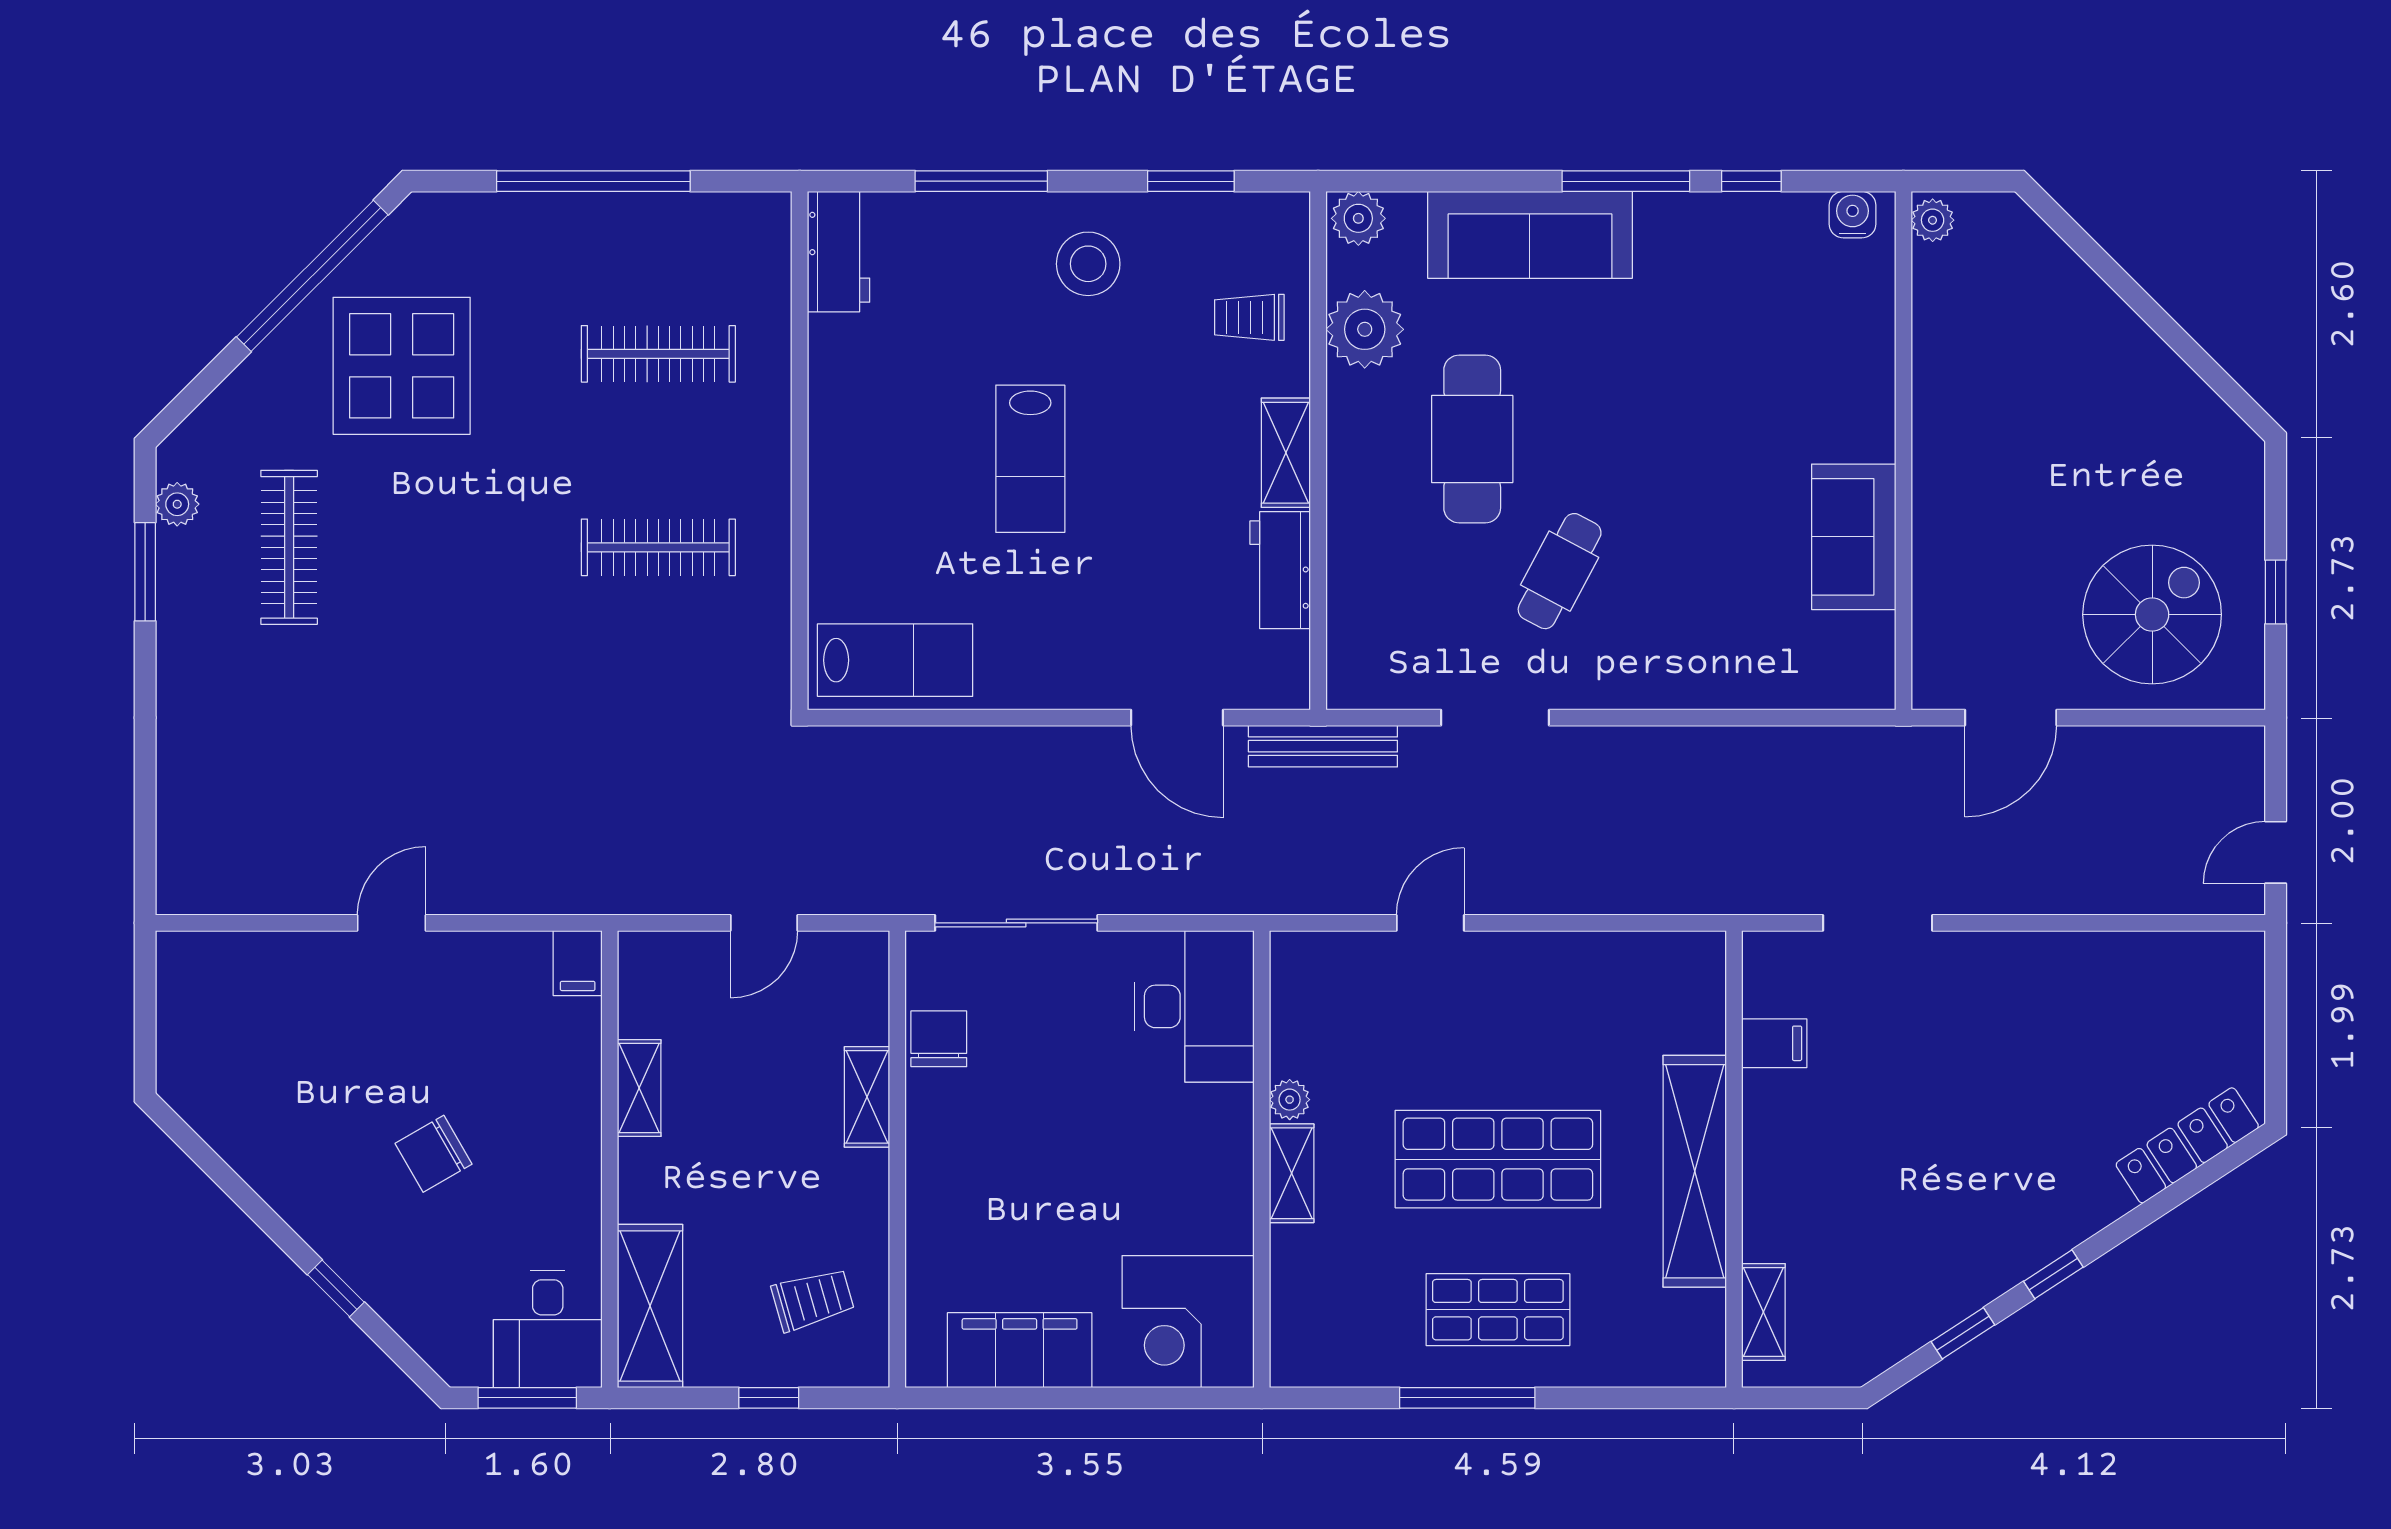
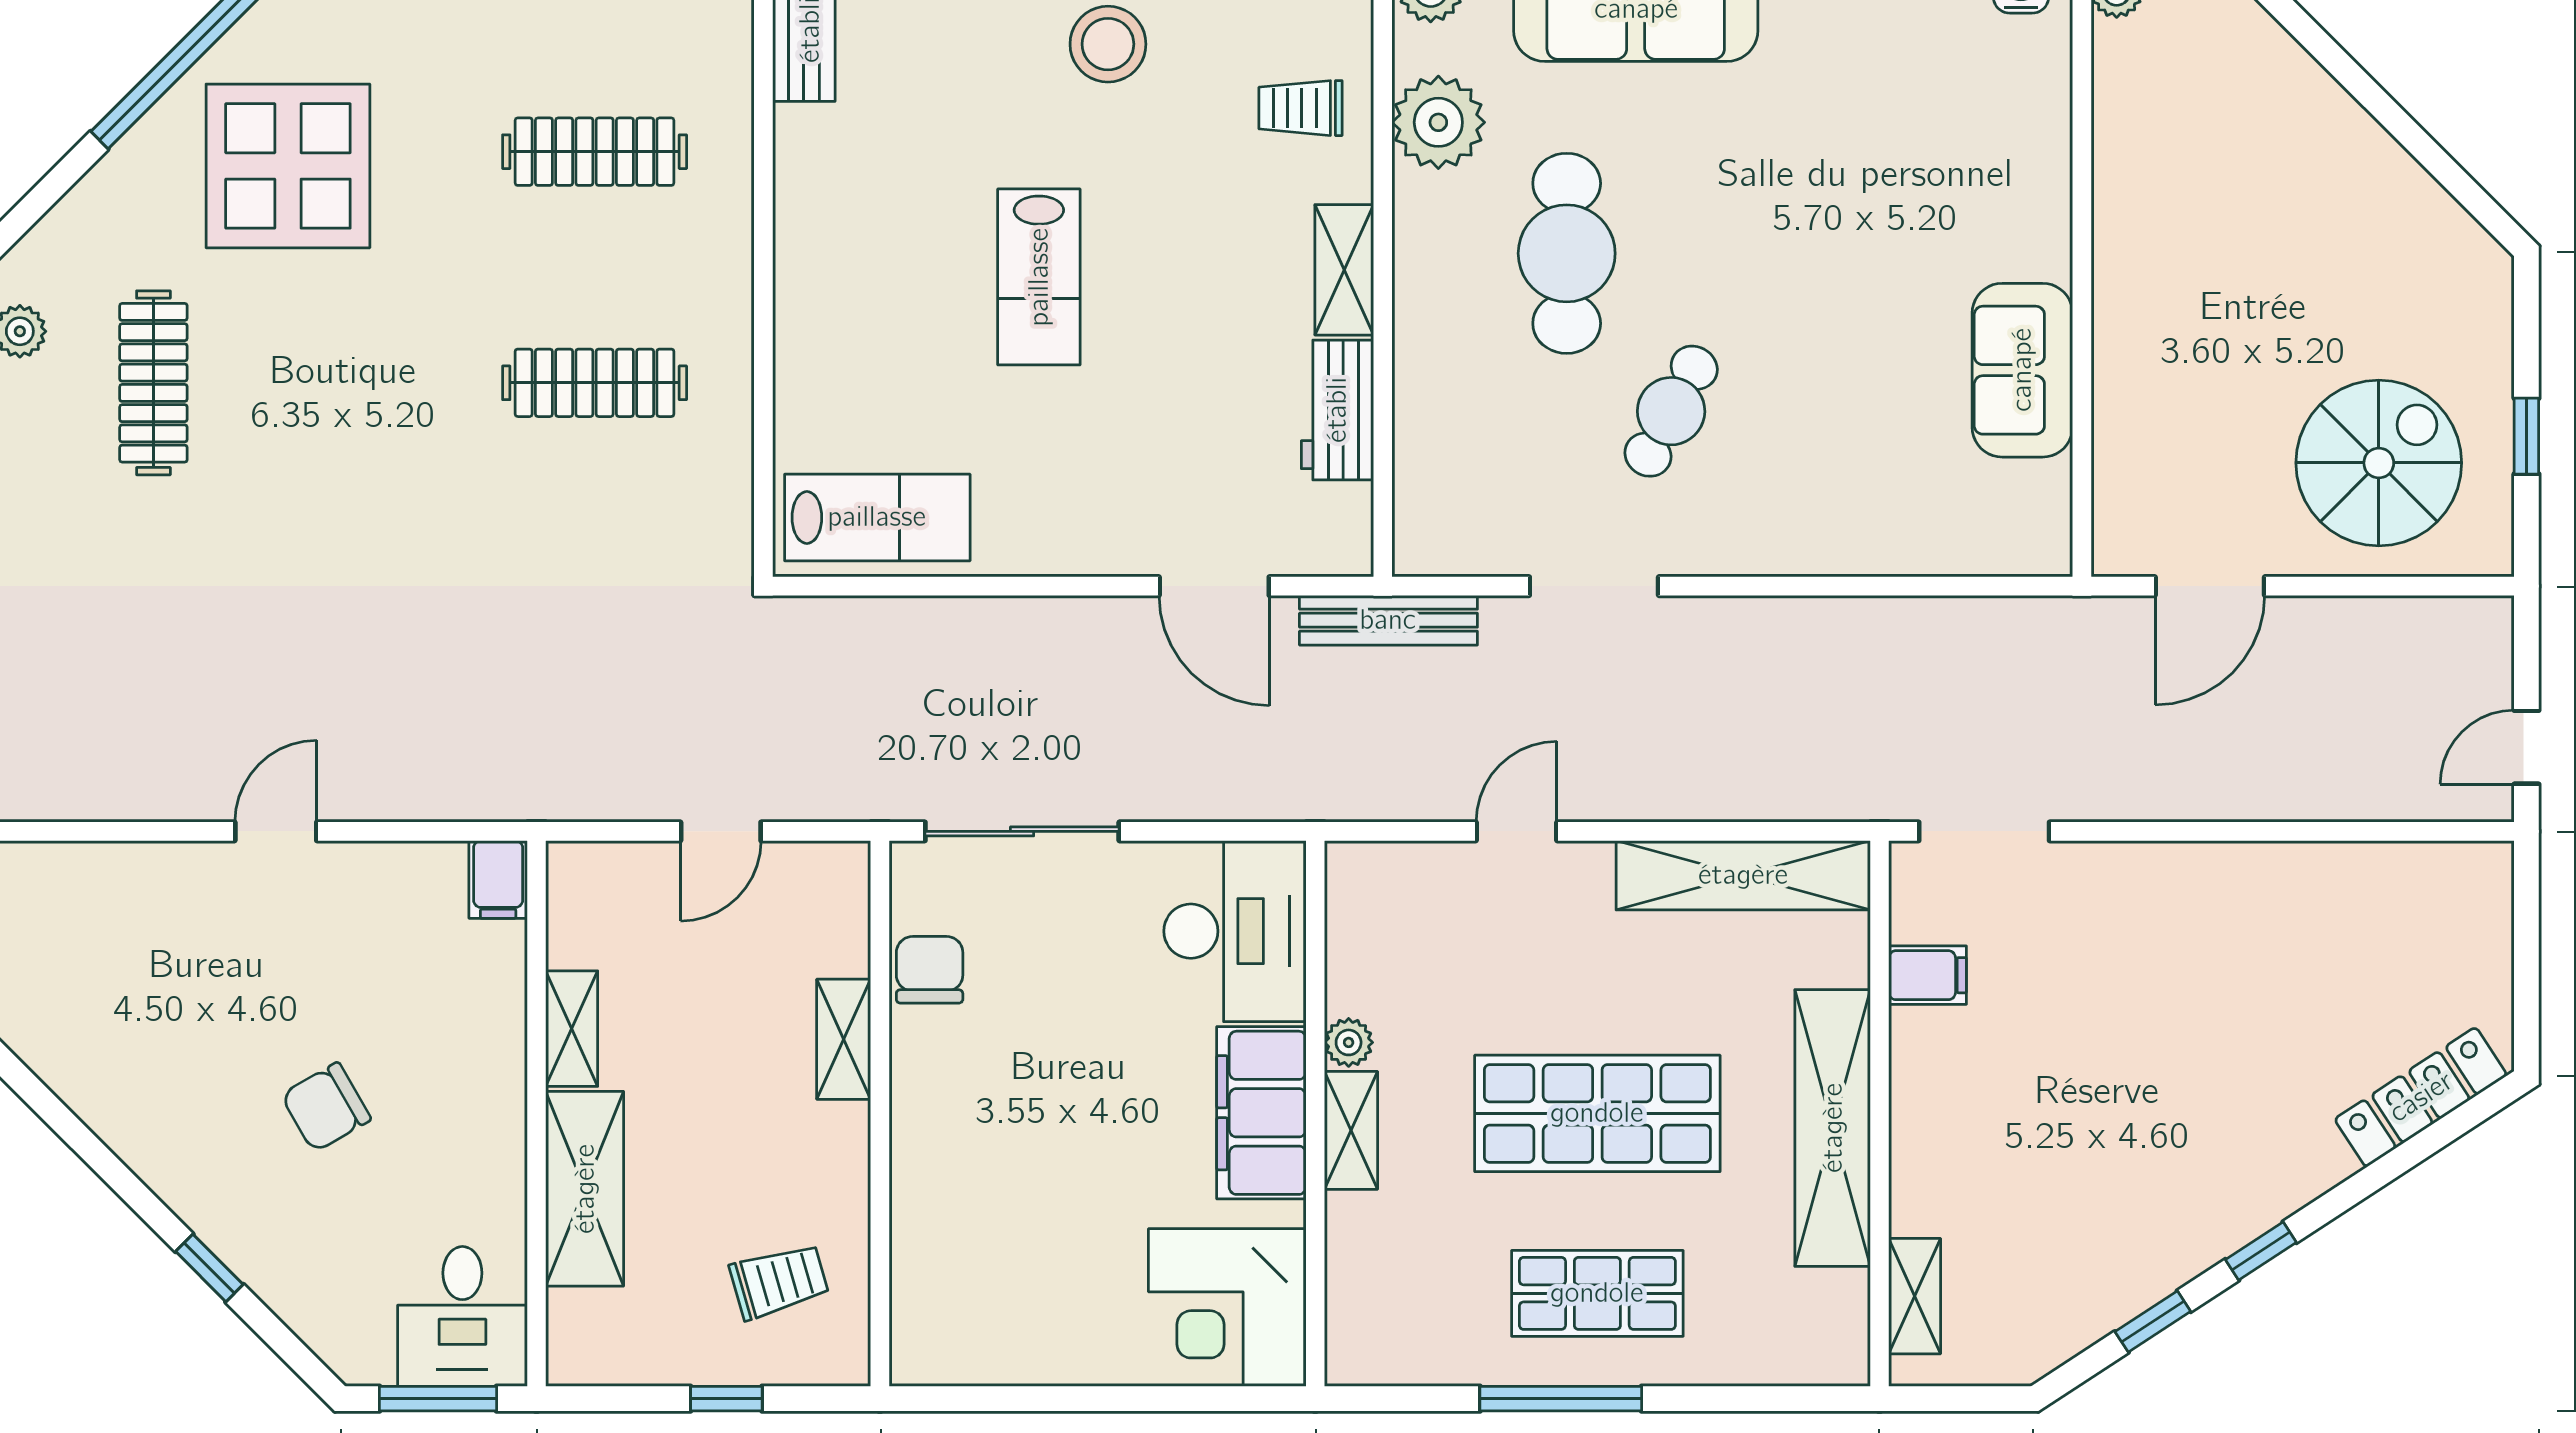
doorway: (1878, 923) -> (1984, 831), moved
shelving: (1620, 960) -> (1743, 875), added
shelving: (650, 1306) -> (585, 1189), moved
filing cabinet: (1020, 1350) -> (1261, 1113), moved, turned -90

